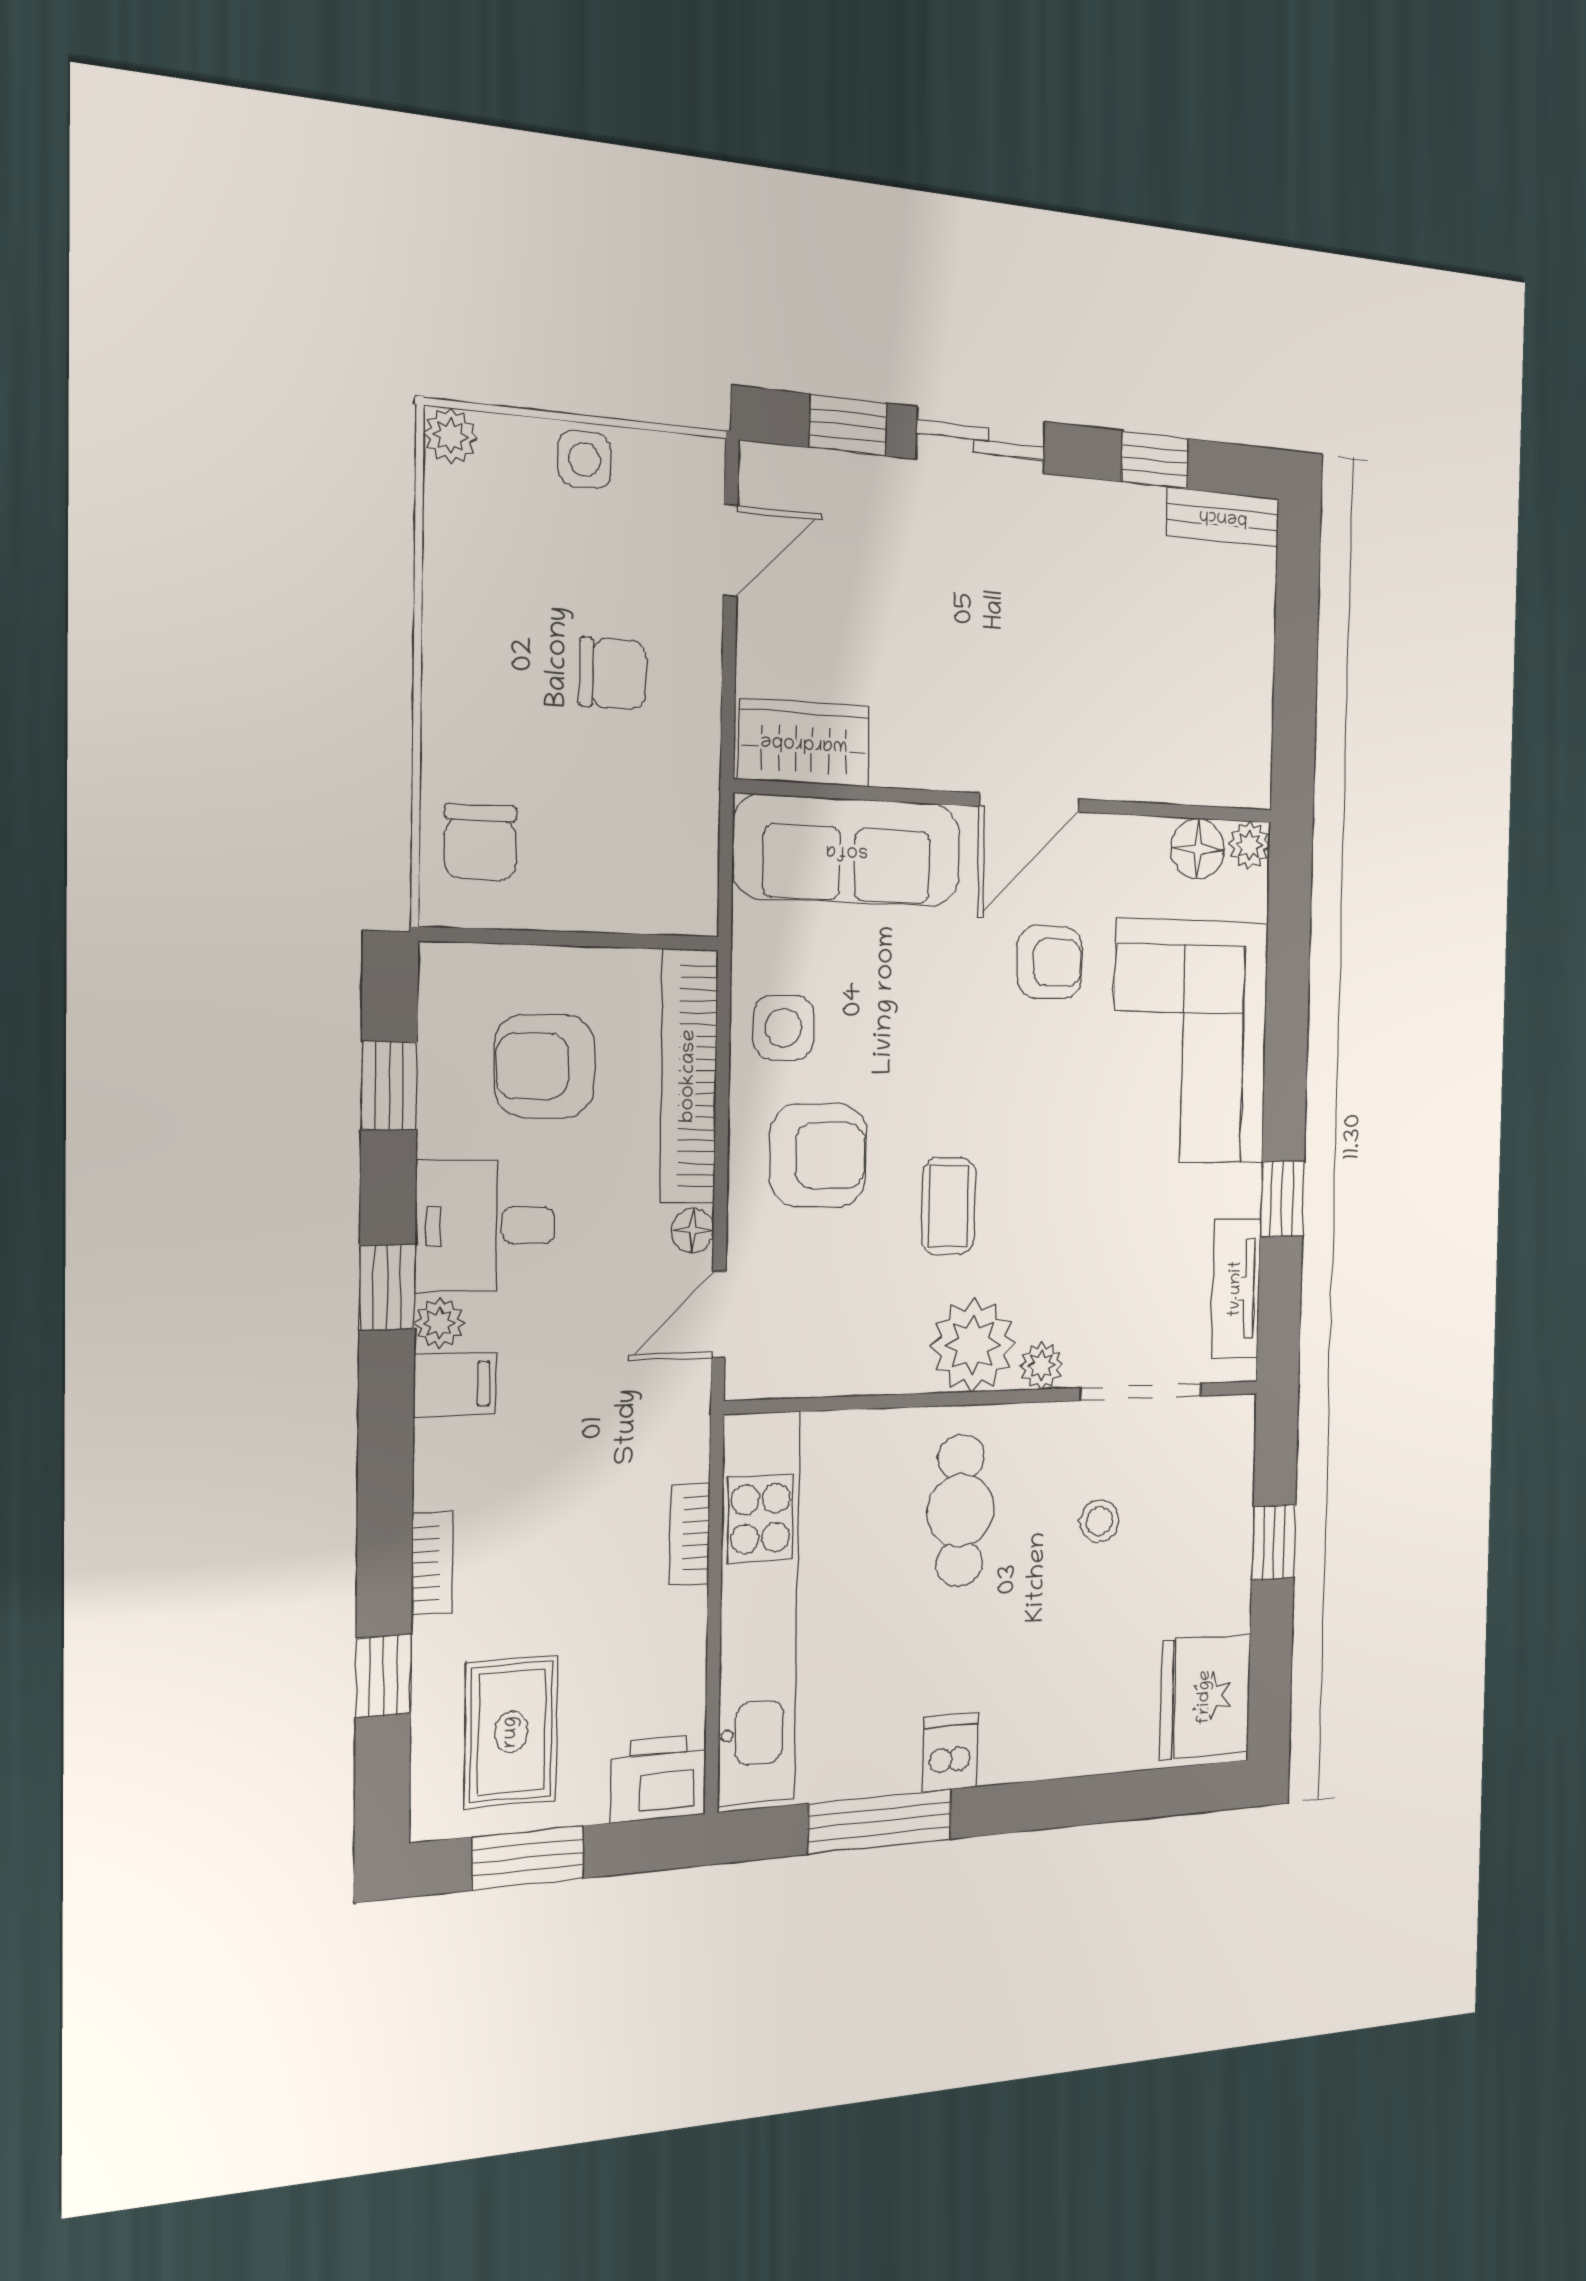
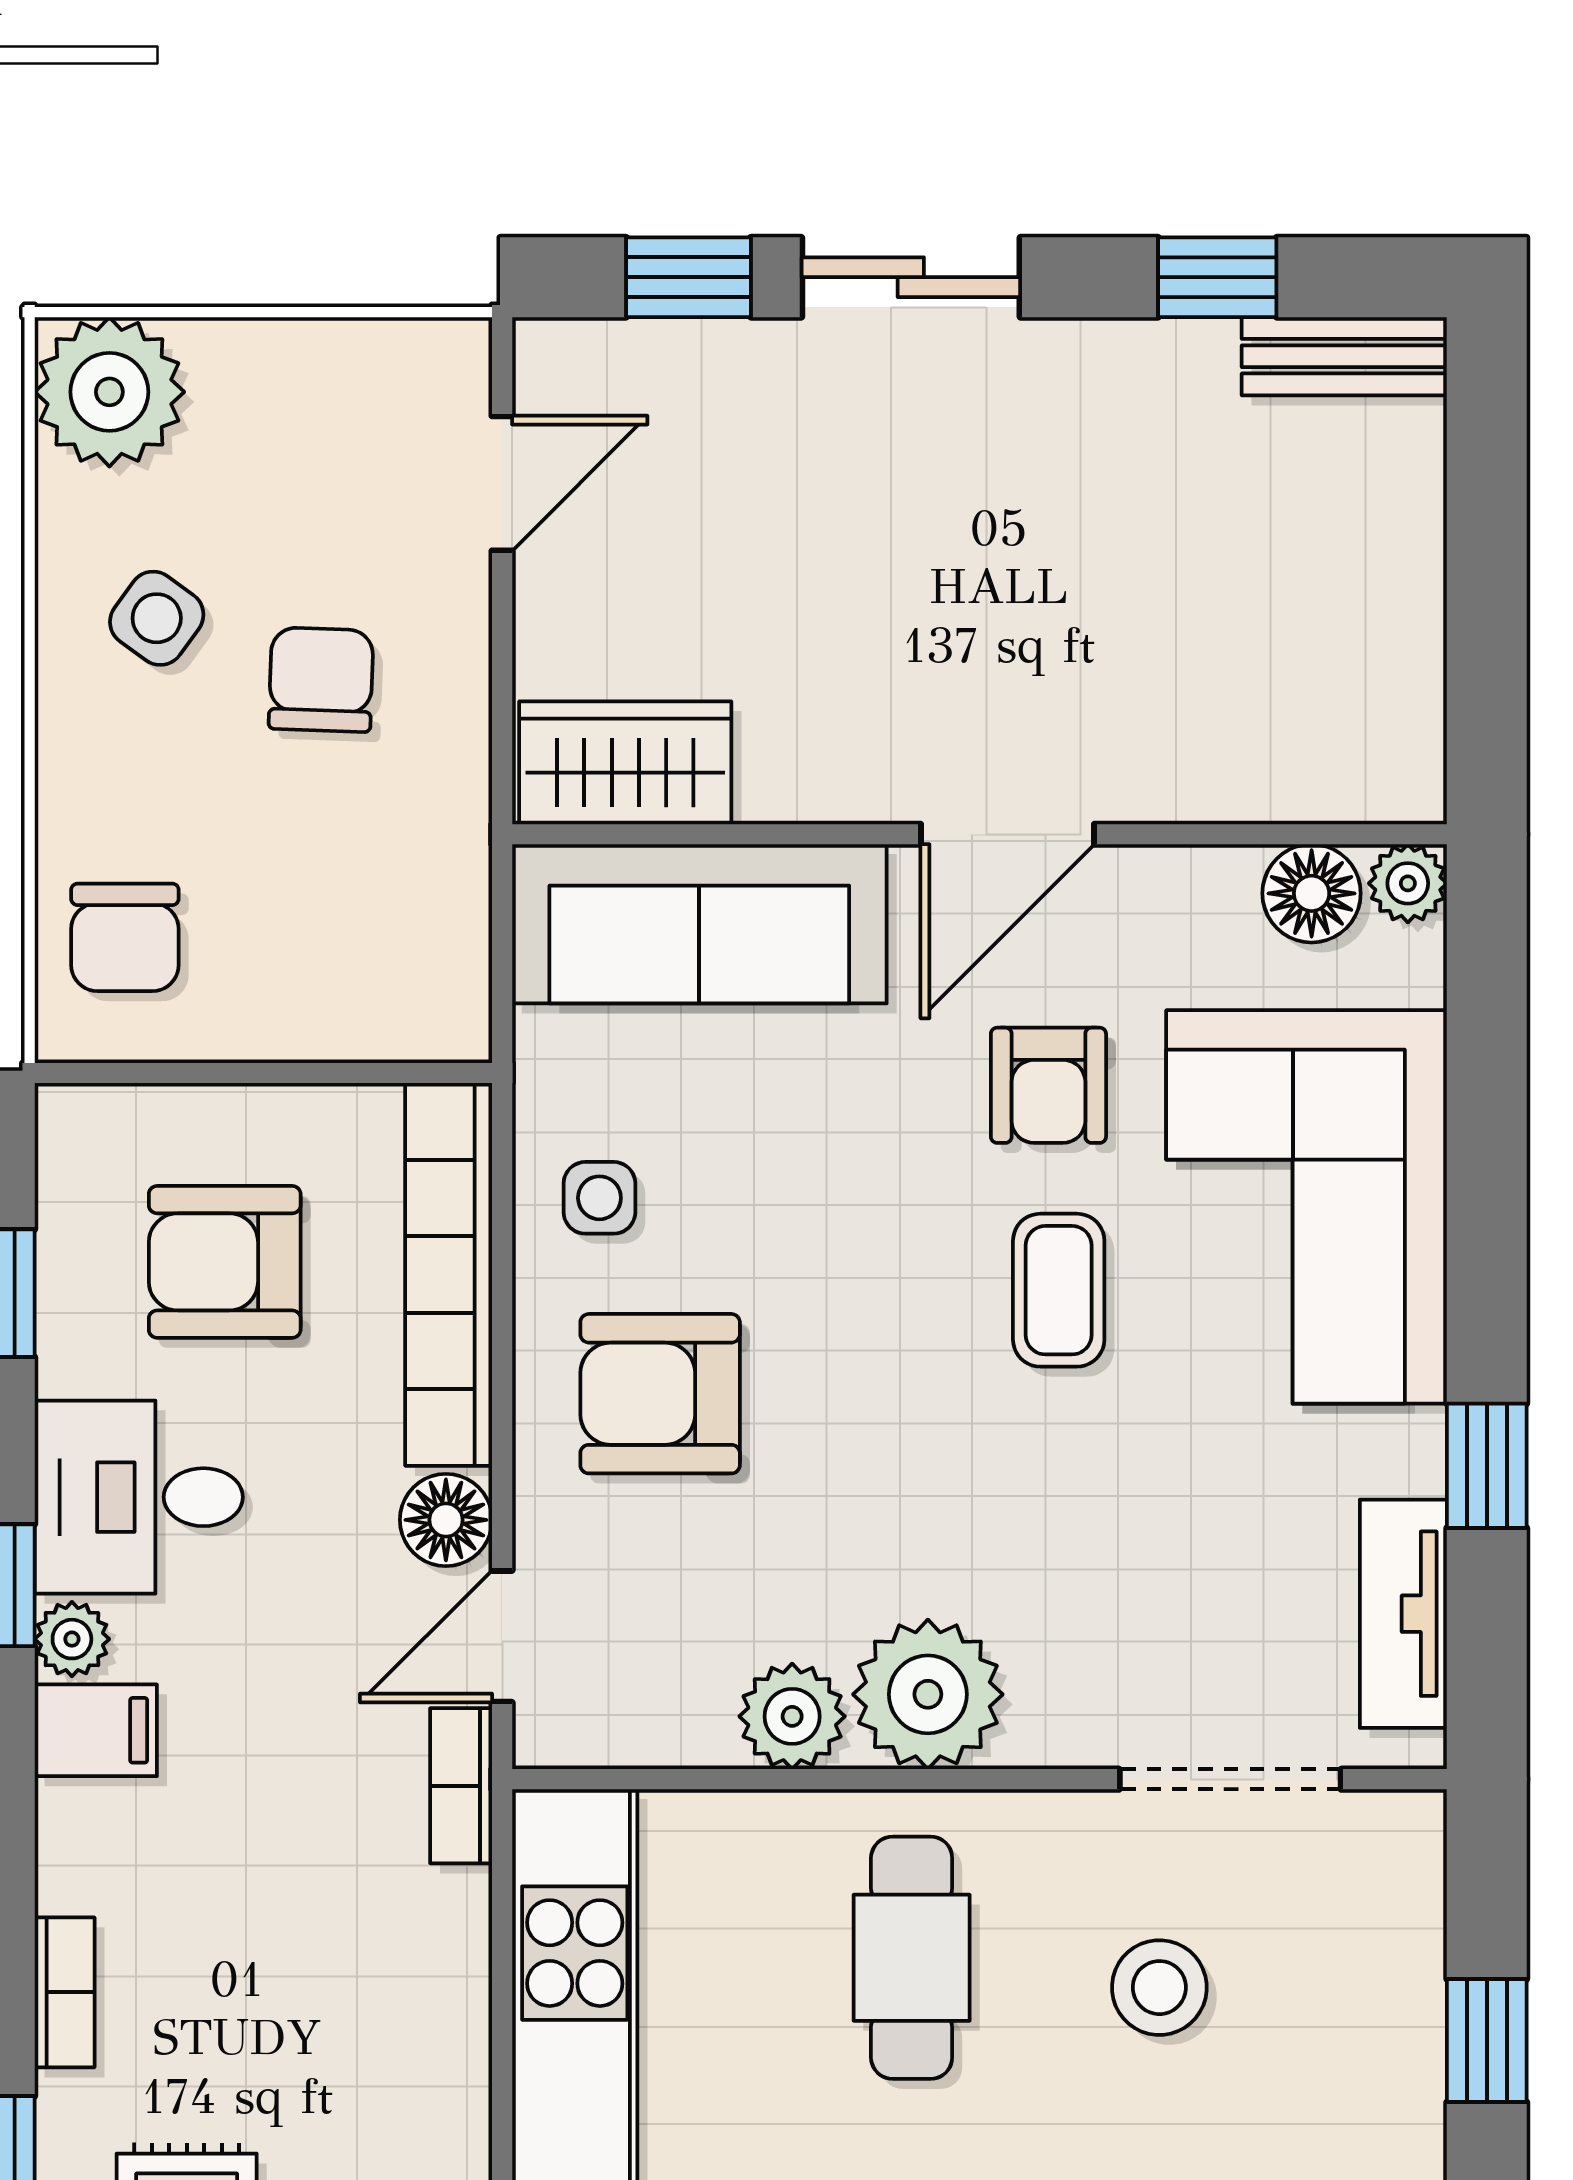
plant: (451, 436) -> (109, 392), width x1.88, depth x1.88
side table: (585, 459) -> (157, 618), moved, turned 36
chair: (613, 674) -> (321, 680), turned -88
armchair: (1049, 962) -> (1048, 1085), turned 90
side table: (784, 1028) -> (599, 1198), width x0.73, depth x0.73
armchair: (818, 1156) -> (660, 1394), turned 180
coffee table: (949, 1206) -> (1059, 1290), moved
floor lamp: (693, 1230) -> (446, 1520), width x1.37, depth x1.37
plant: (1041, 1366) -> (792, 1716), moved, width x1.38, depth x1.38
stool: (1099, 1521) -> (1159, 1988), width x1.37, depth x1.37
bookcase: (690, 1534) -> (461, 1786), moved

